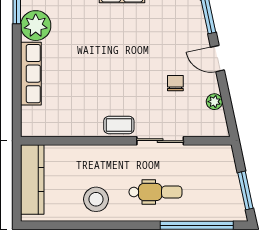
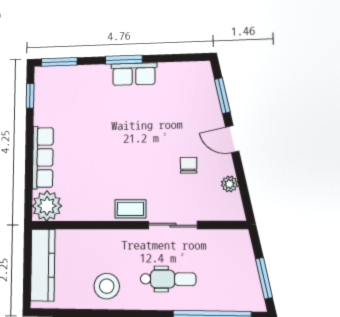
plant: (36, 26) -> (47, 206), moved

